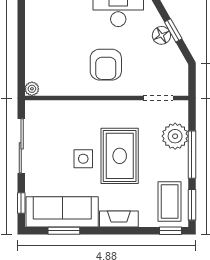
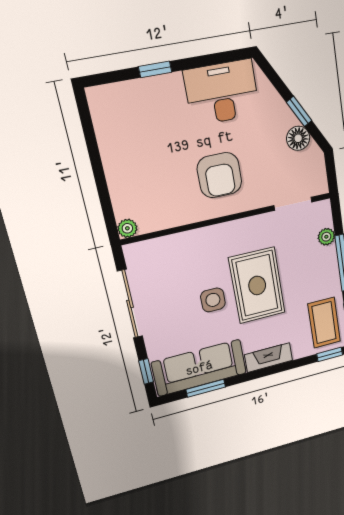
floor lamp: (161, 35) -> (298, 138), moved
plant: (175, 136) -> (326, 237), width x0.53, depth x0.53

